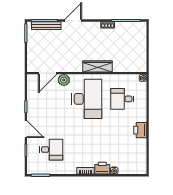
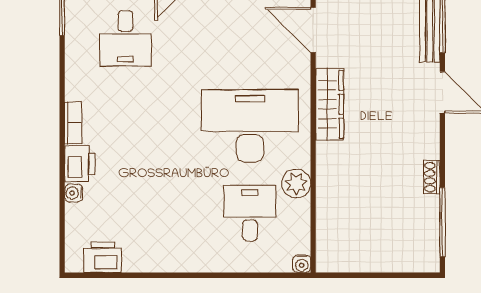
wardrobe: (97, 66) -> (330, 104), moved
plant: (64, 80) -> (296, 184), moved
desk: (87, 99) -> (250, 126), turned 180
printer: (140, 130) -> (103, 257), moved

